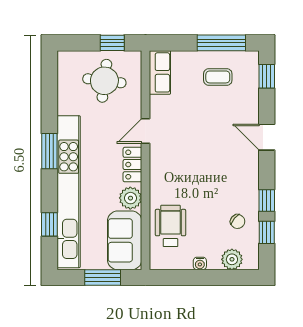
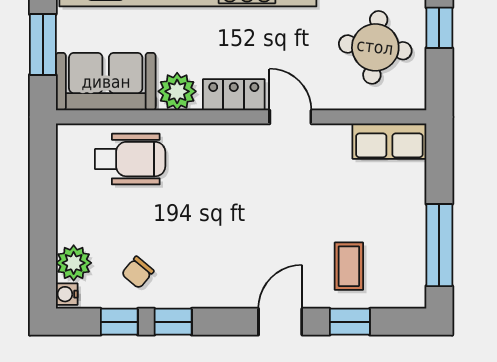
window: (112, 43) -> (439, 28), moved
window: (267, 76) -> (350, 322), moved
coffee table: (218, 77) -> (349, 266), moved
water cooler: (200, 263) -> (67, 294), moved

